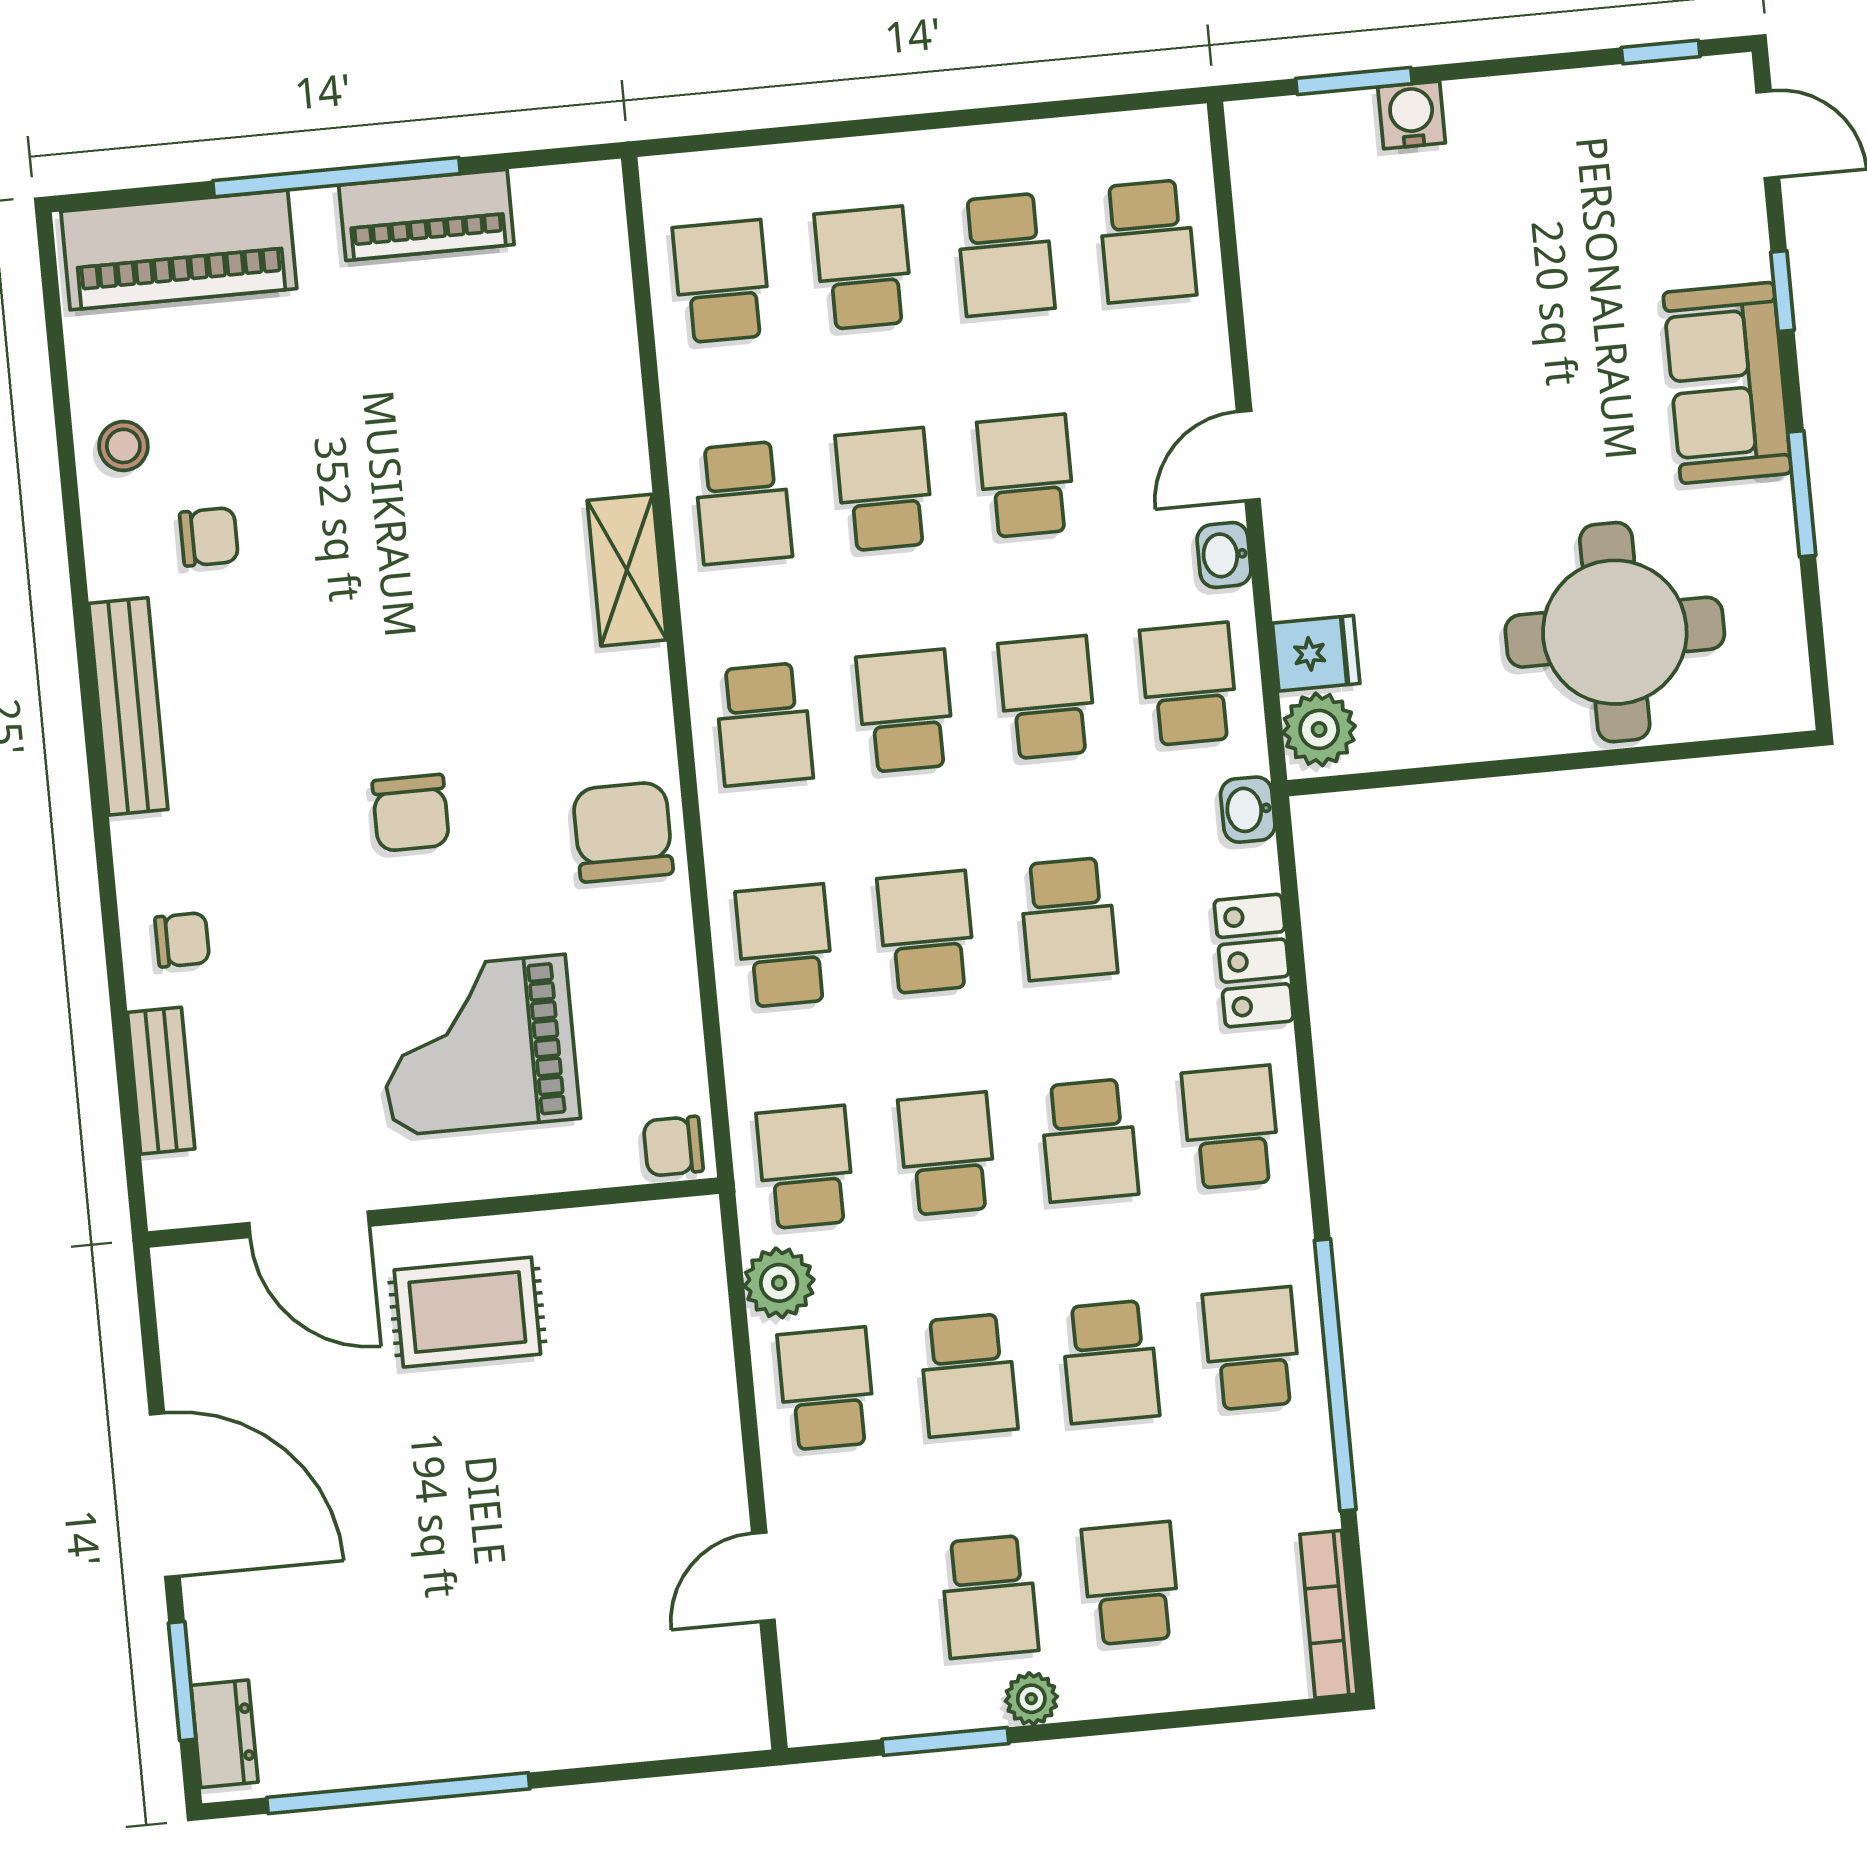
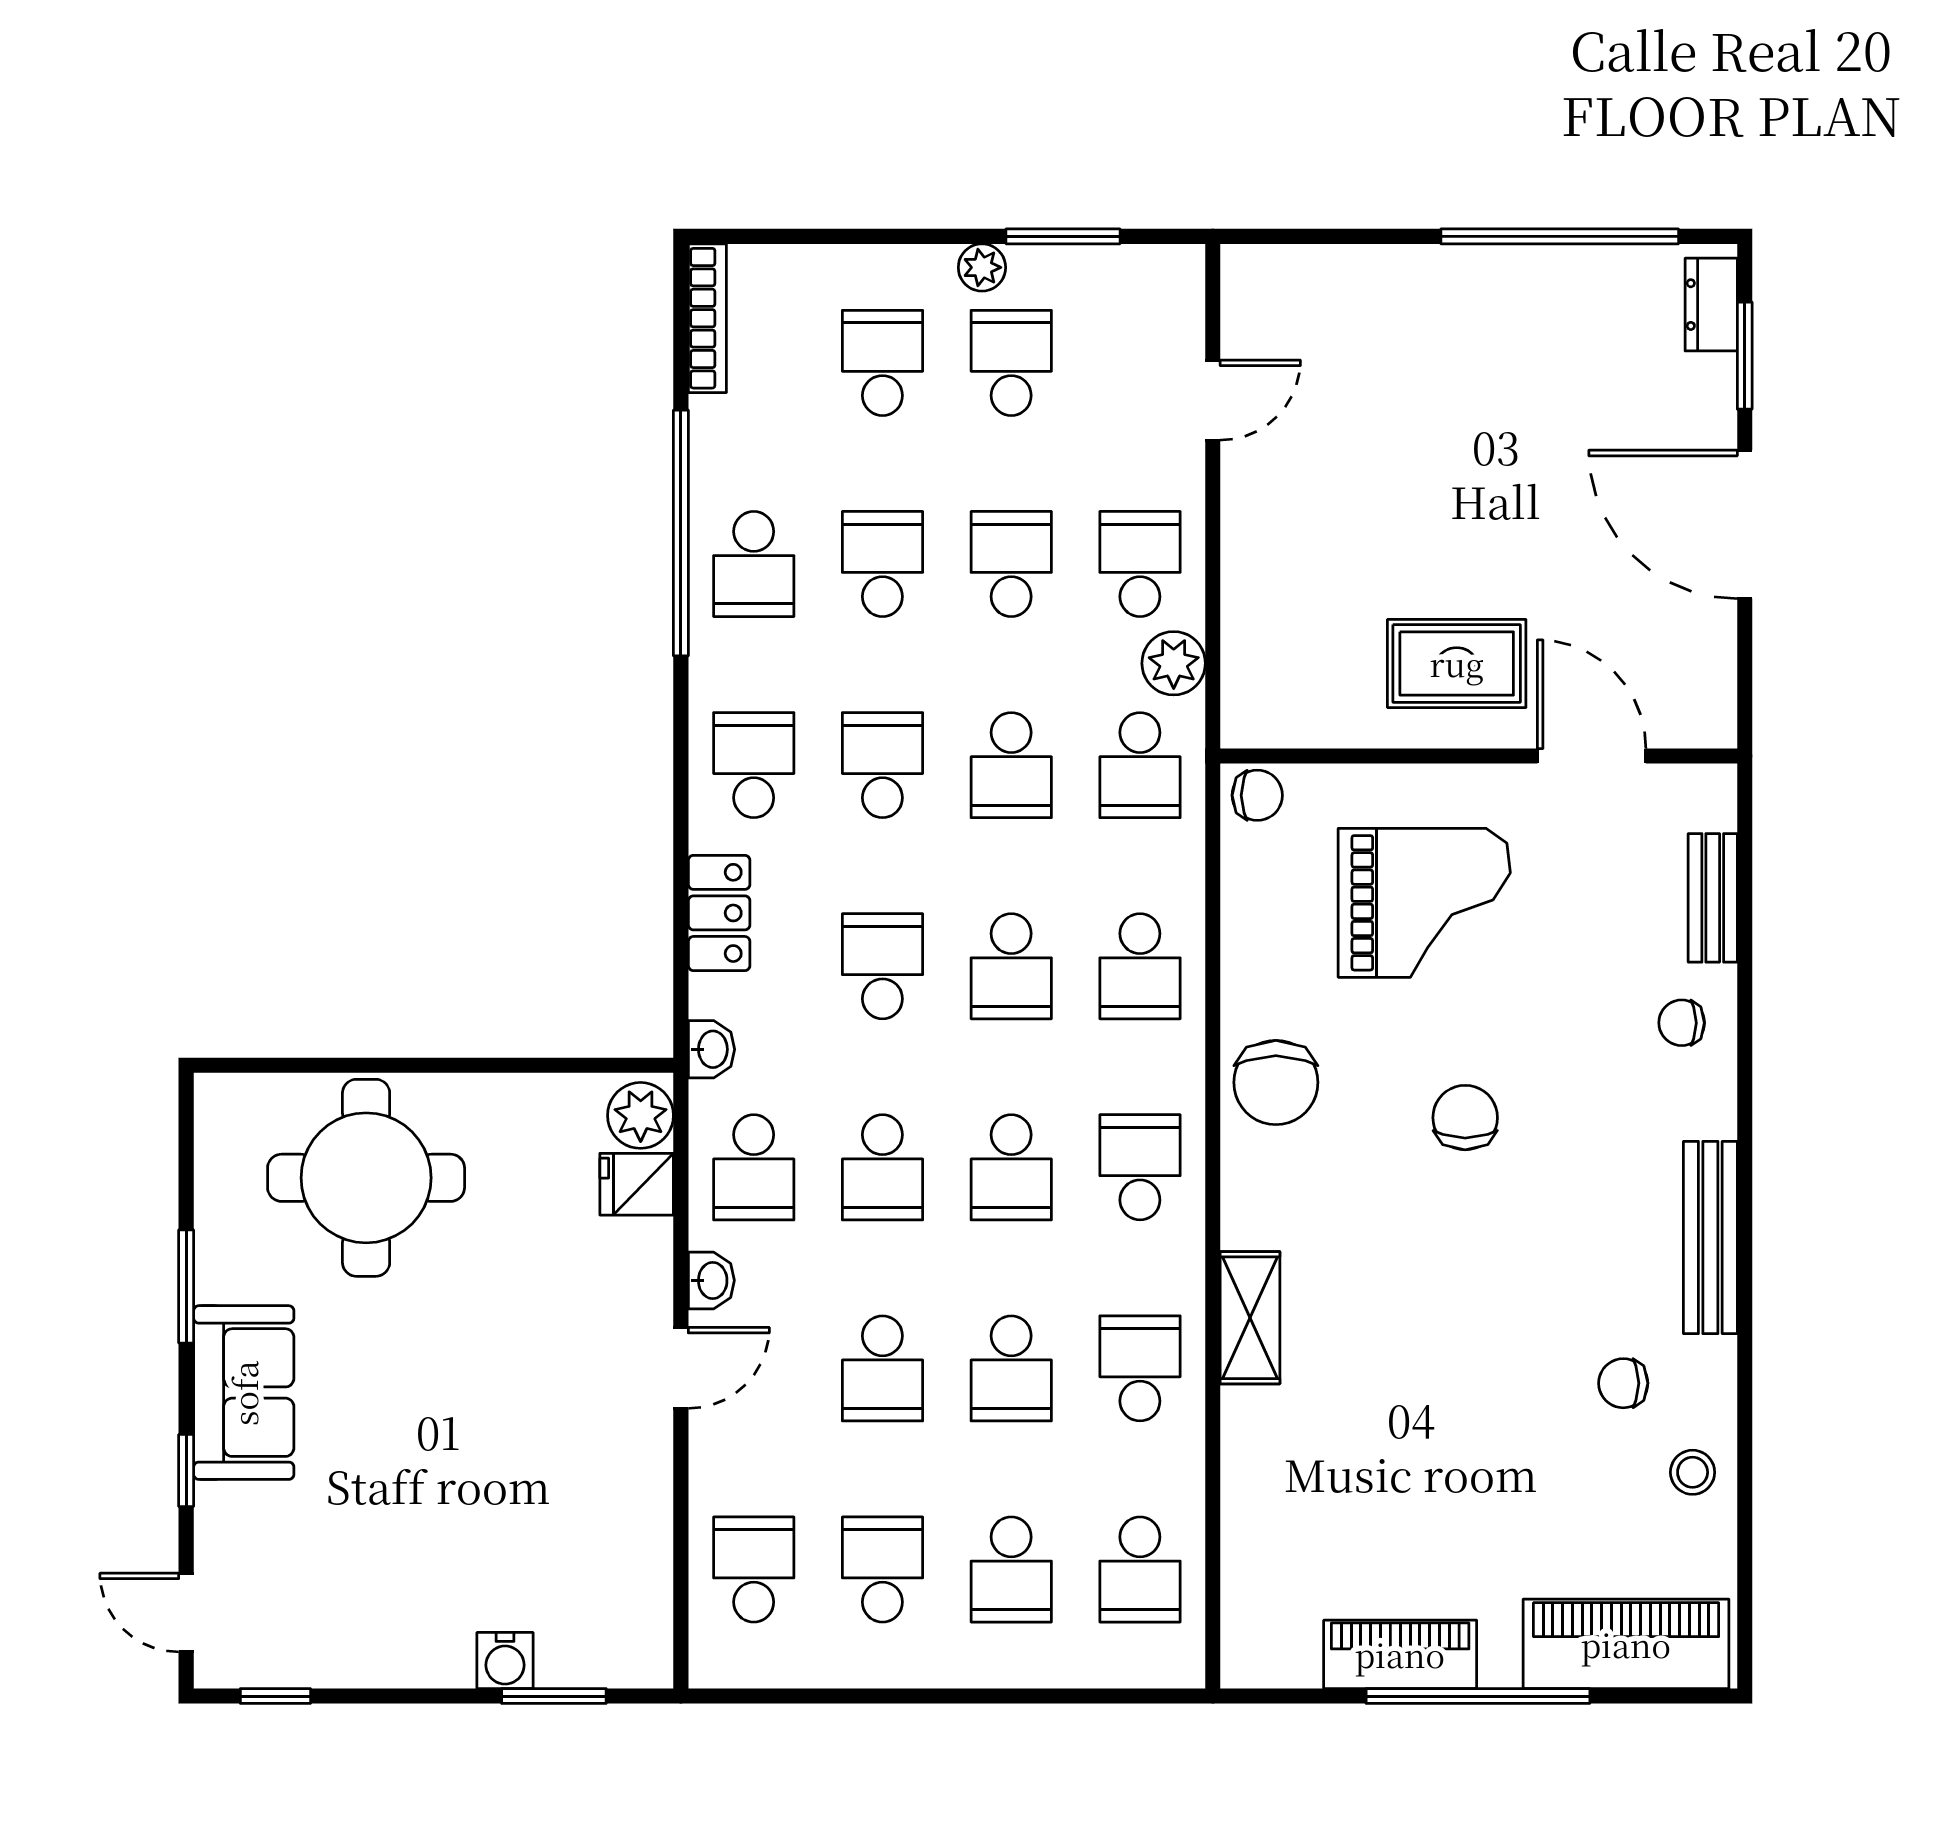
school desk: (1231, 1127) -> (754, 765), turned 180
school desk: (826, 1389) -> (1140, 564), turned 180
school desk: (1131, 1583) -> (882, 363), turned 180

